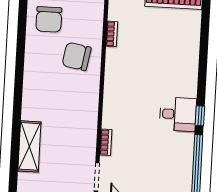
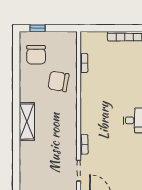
shelving: (29, 146) -> (27, 121), moved

